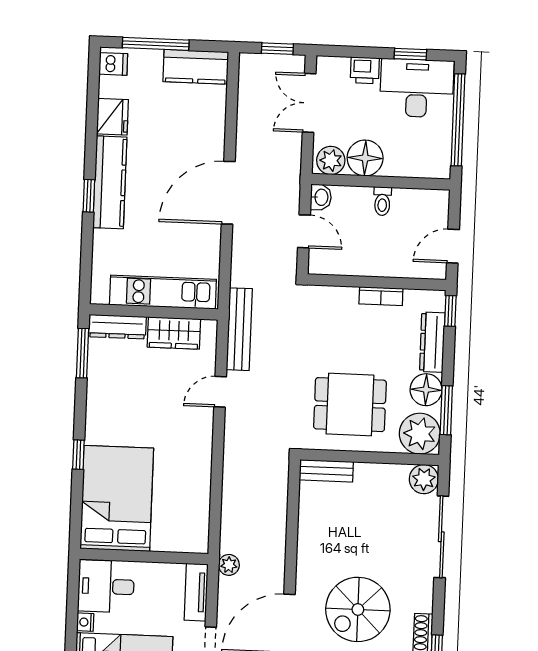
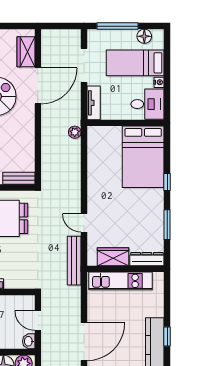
window: (83, 353) -> (167, 225), moved
door: (220, 392) -> (84, 223), swing flipped
plant: (229, 565) -> (75, 132), moved

